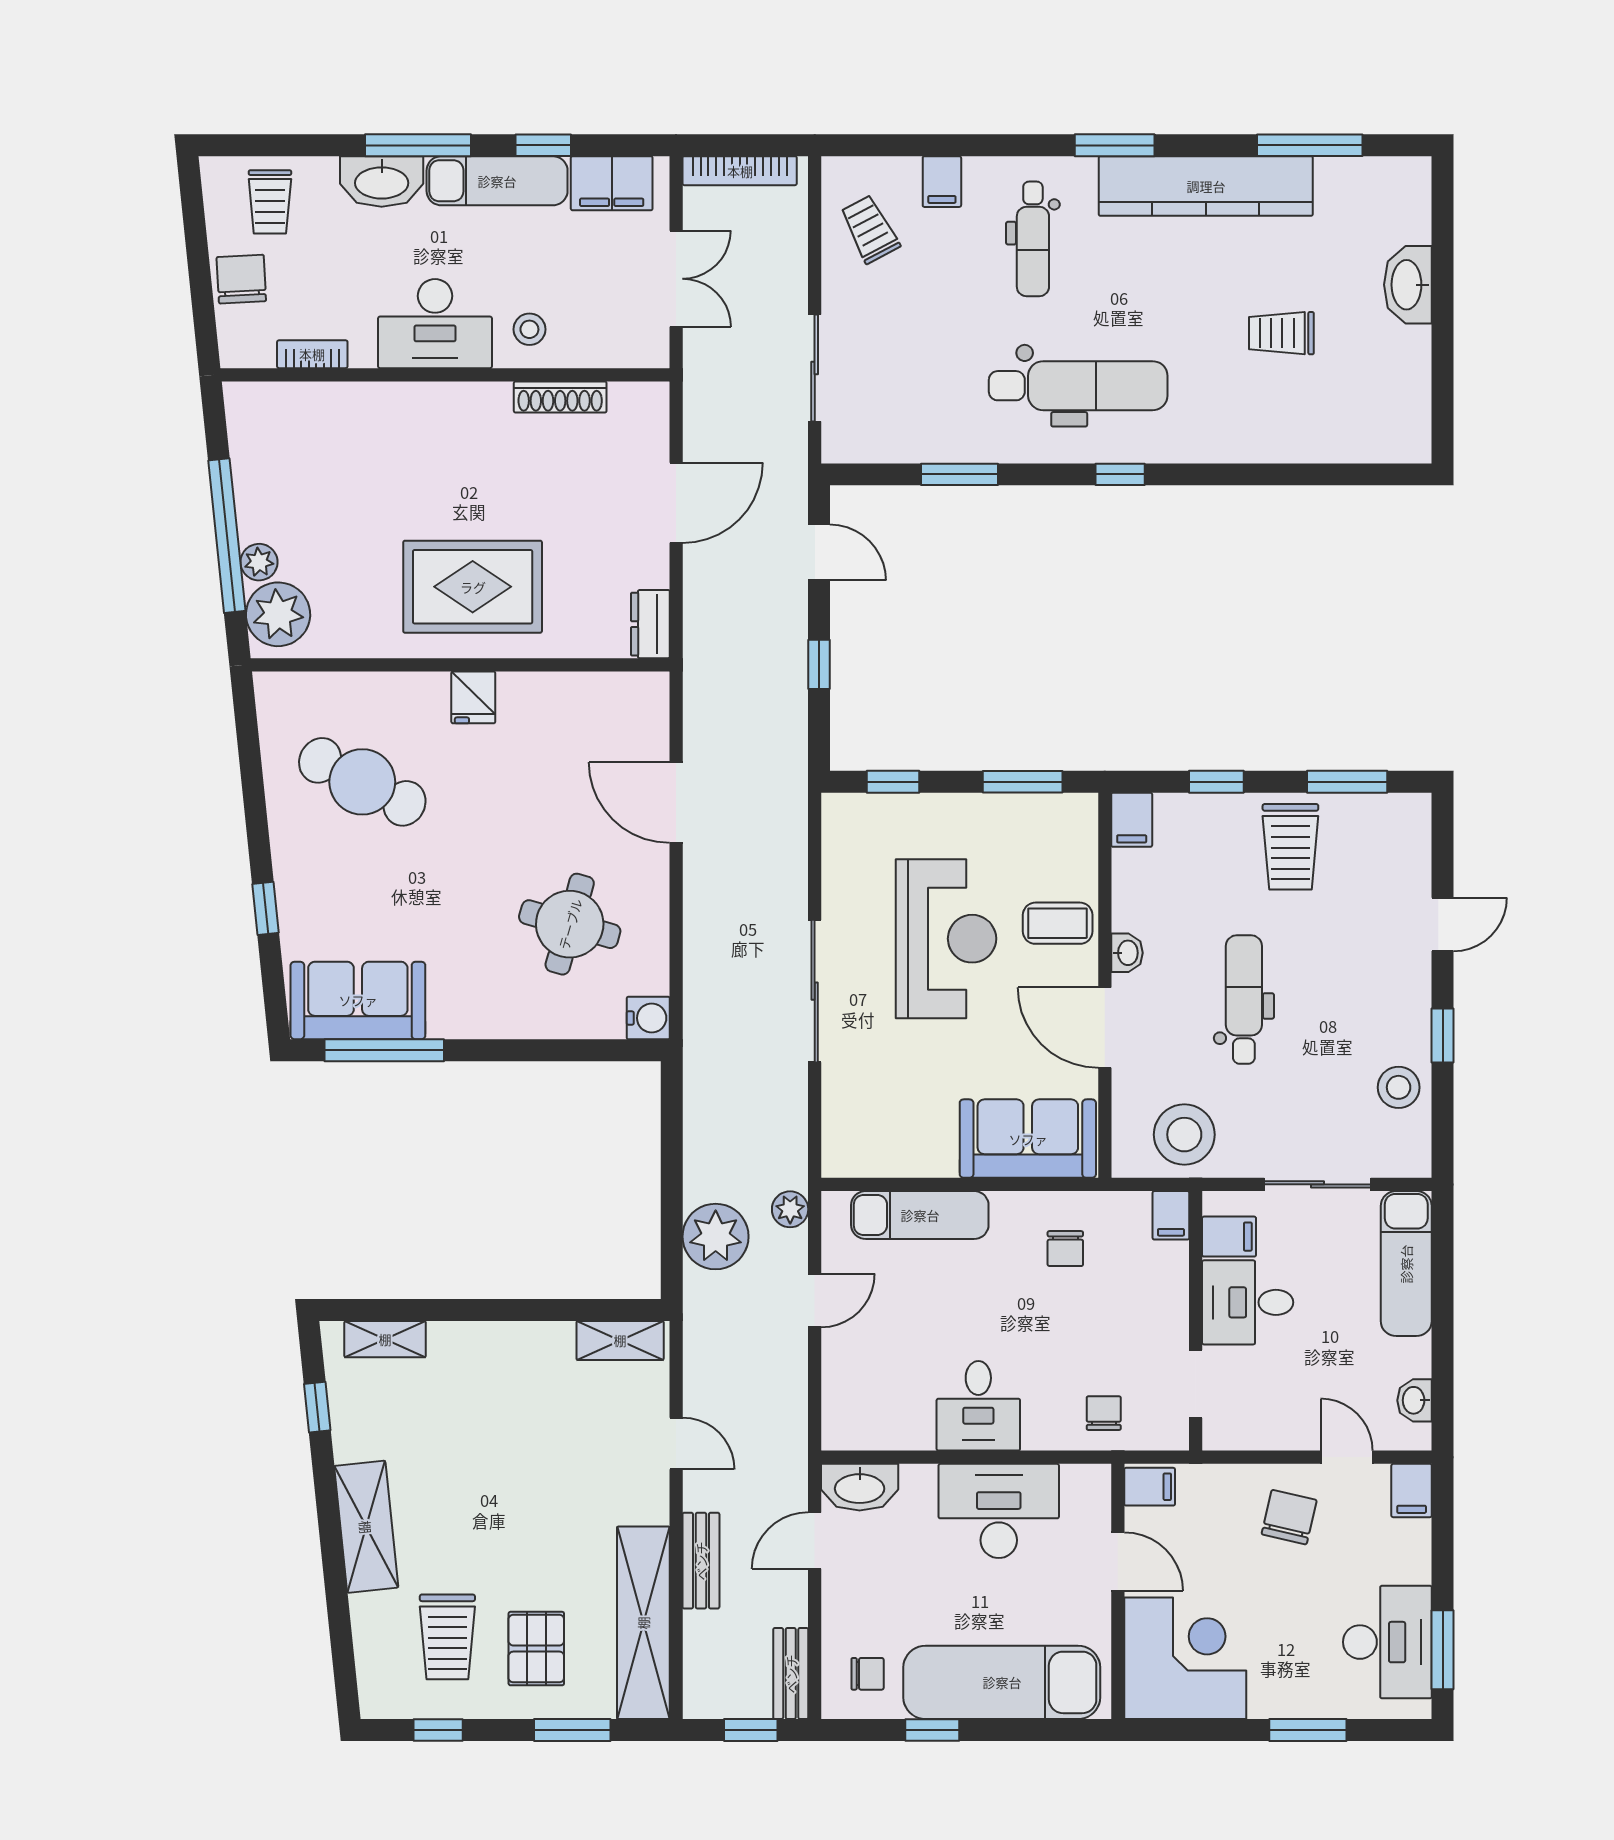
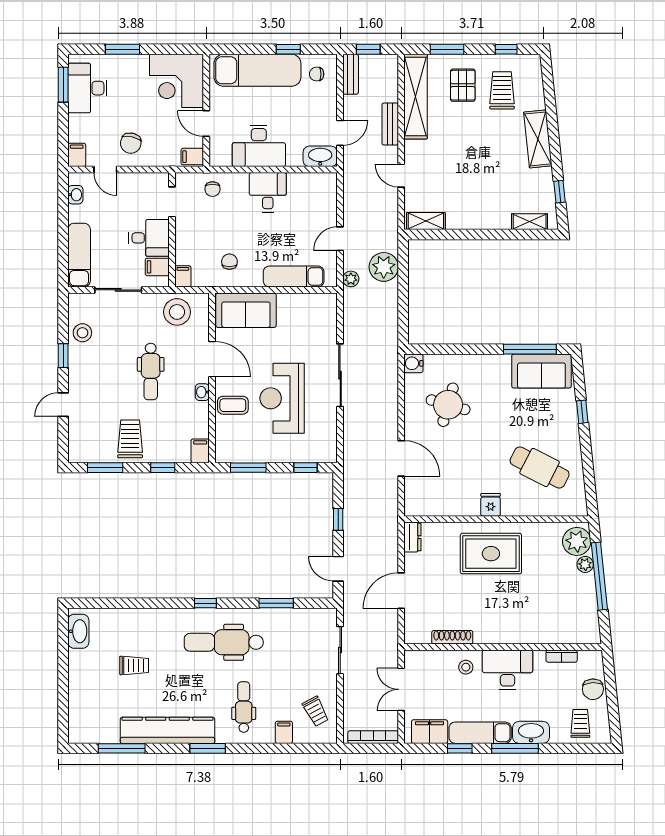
washbasin: (1408, 285) -> (78, 631), moved

